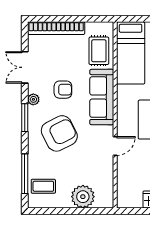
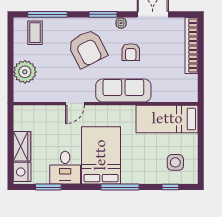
rug: (99, 51) -> (169, 88), removed
door: (115, 146) -> (75, 104), hinge flipped

